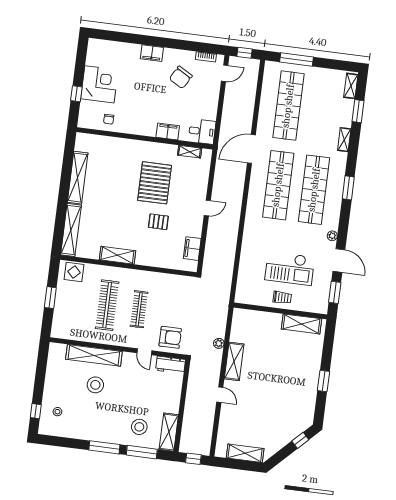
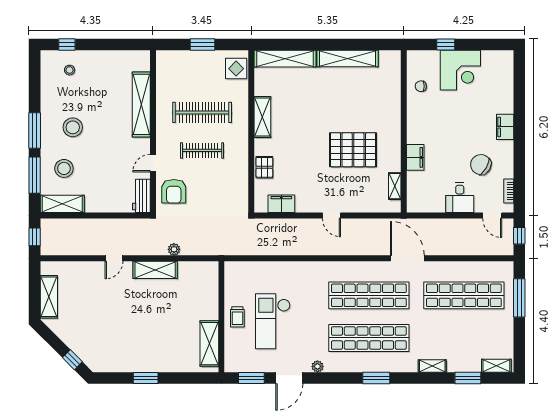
desk: (202, 131) -> (460, 198), moved
pallet: (158, 222) -> (264, 167), moved
stool: (95, 385) -> (73, 127), moved

